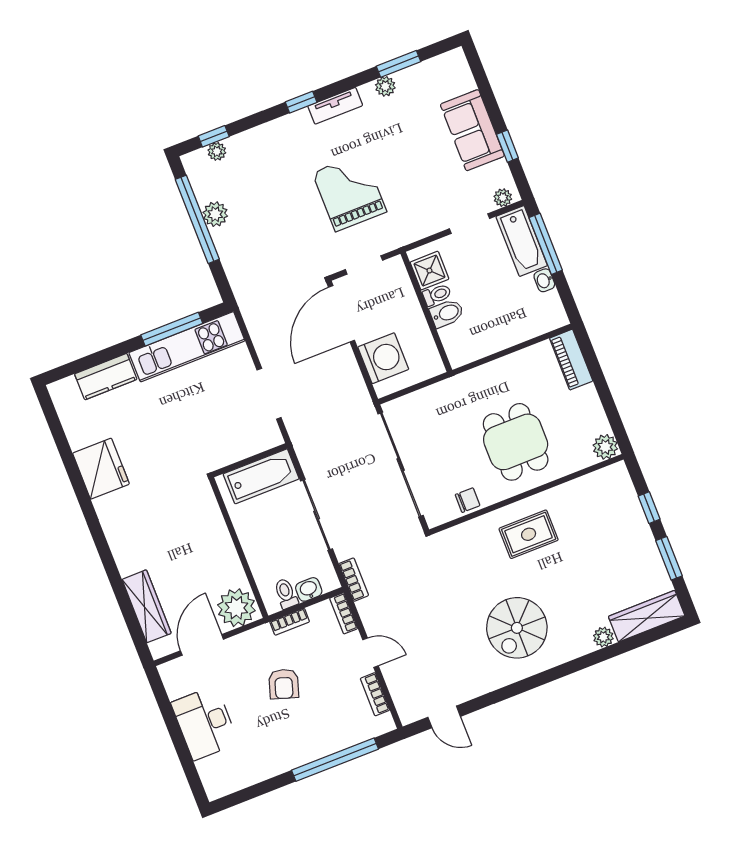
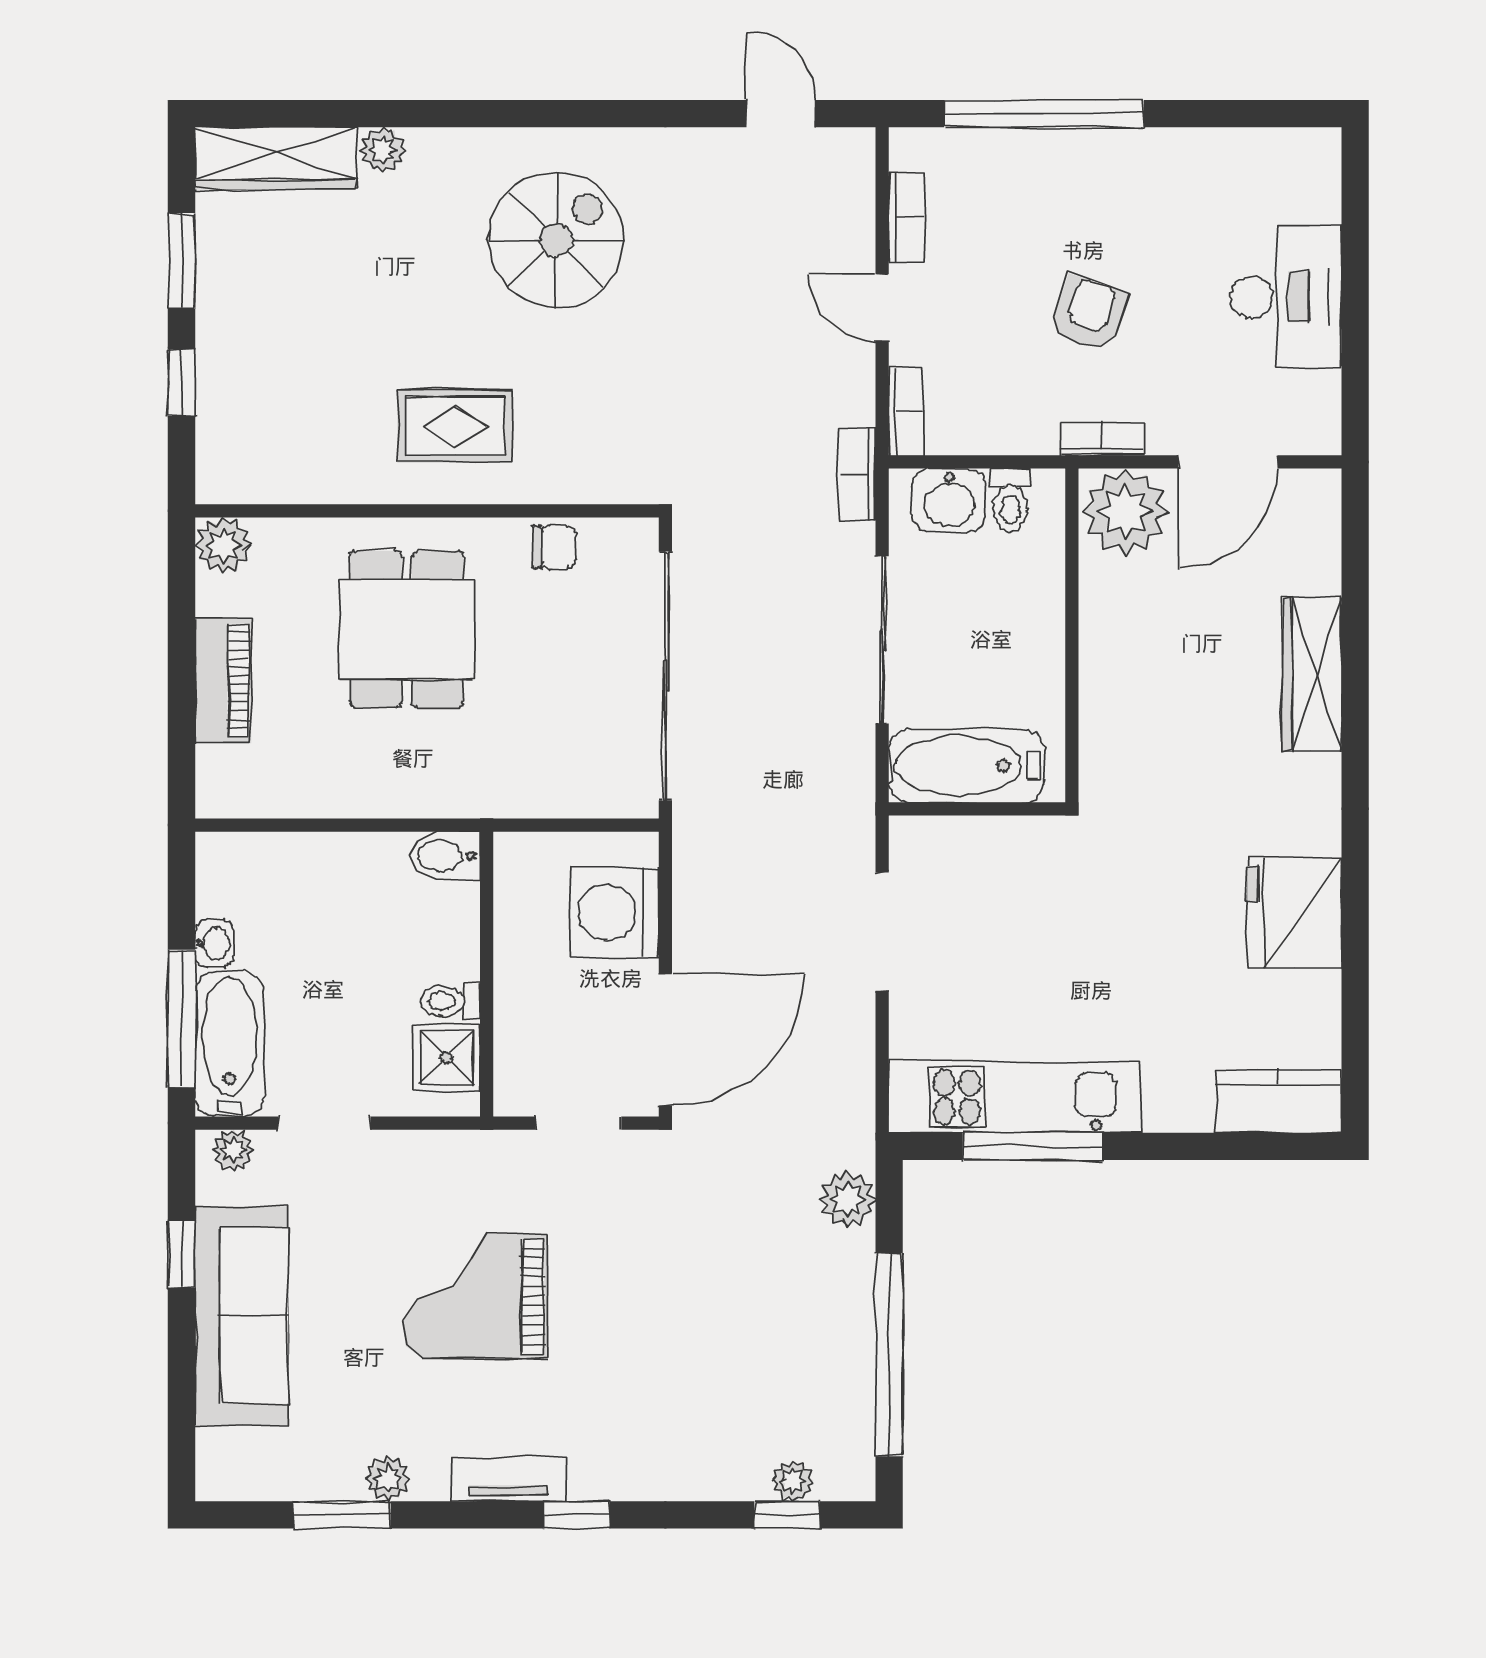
sofa: (472, 130) -> (242, 1316), width x1.36
grand piano: (349, 192) -> (475, 1296), moved, turned 90
plant: (215, 214) -> (847, 1199), moved
bidet: (447, 313) -> (445, 856), moved
piano: (571, 360) -> (223, 680), moved
kitchen counter: (106, 377) -> (1278, 1101), moved
chair: (468, 500) -> (554, 547), turned 180
washbasin: (309, 589) -> (949, 500), width x1.38, depth x1.45
wardrobe: (147, 606) -> (1312, 674), moved
bookcase: (290, 622) -> (1102, 439), moved

